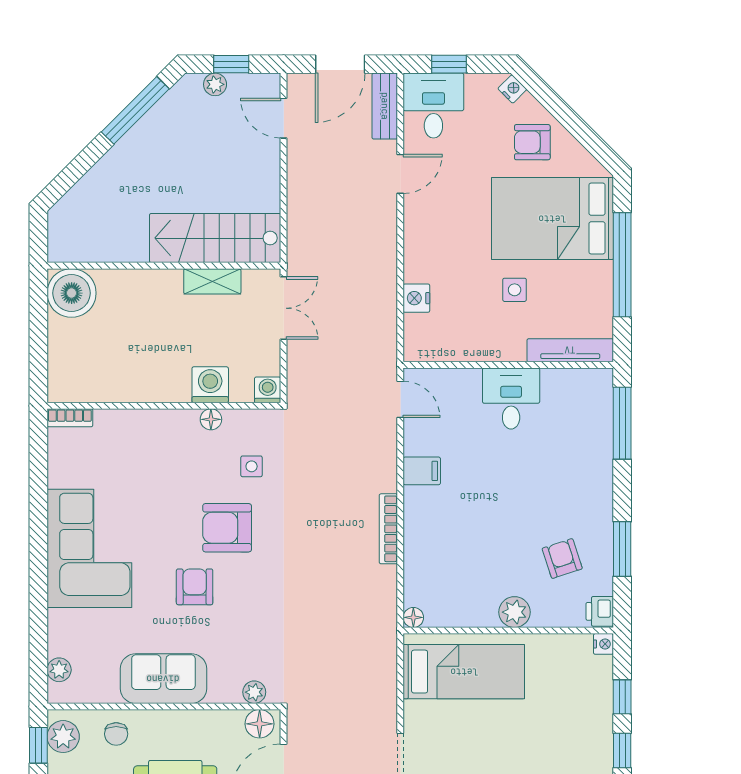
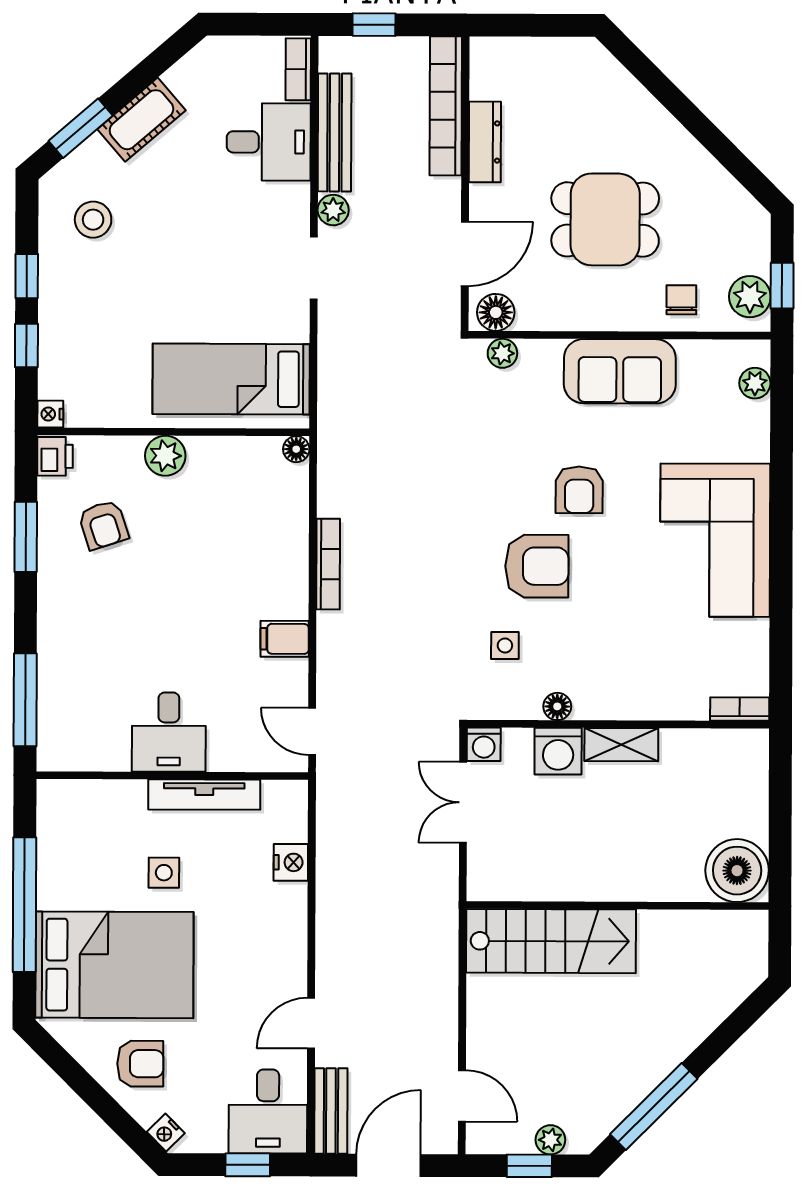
shelving: (212, 281) -> (621, 745), moved
double door: (284, 308) -> (463, 802), moved
tv unit: (570, 350) -> (204, 795), moved

